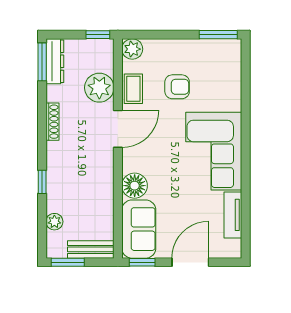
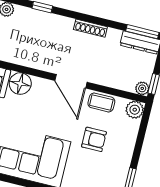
armchair: (177, 87) -> (94, 139), turned -90
plant: (99, 88) -> (142, 88), moved, width x0.53, depth x0.53

